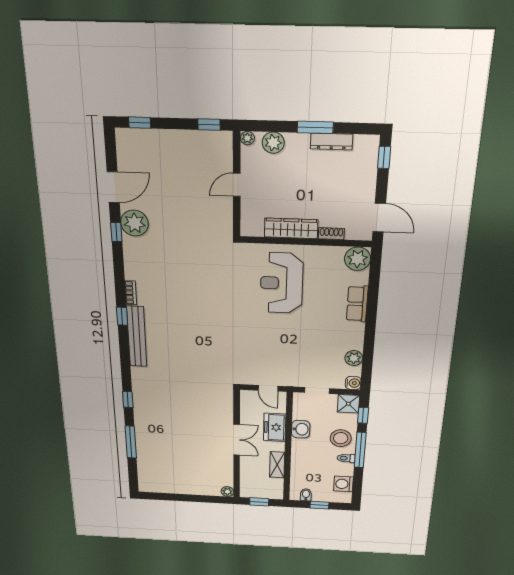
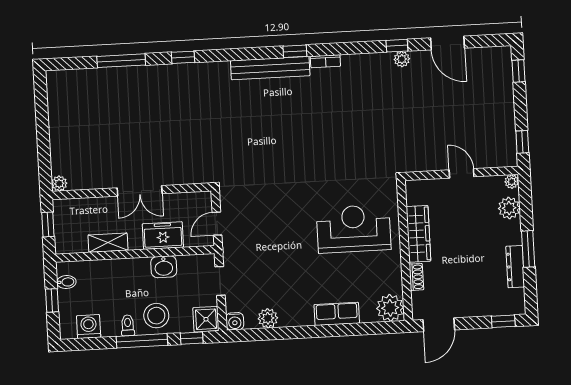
plant: (135, 223) -> (402, 59), width x0.53, depth x0.53

